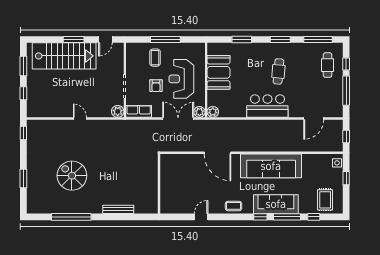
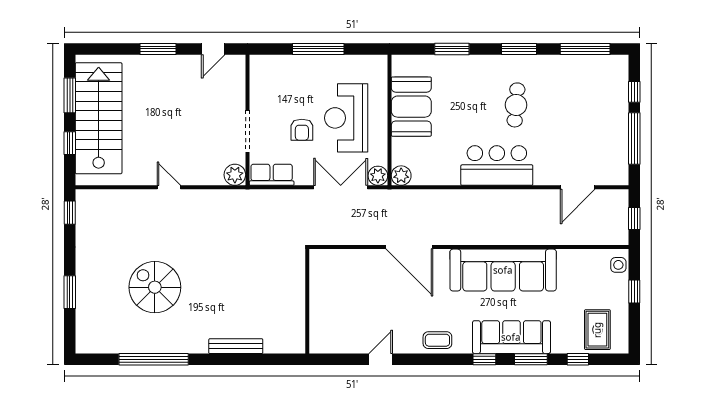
stairs: (64, 56) -> (99, 118), moved, turned -90
coffee table: (155, 58) -> (300, 81), removed
cafe table: (328, 65) -> (602, 94), removed
window: (287, 217) -> (531, 359), width x0.69

